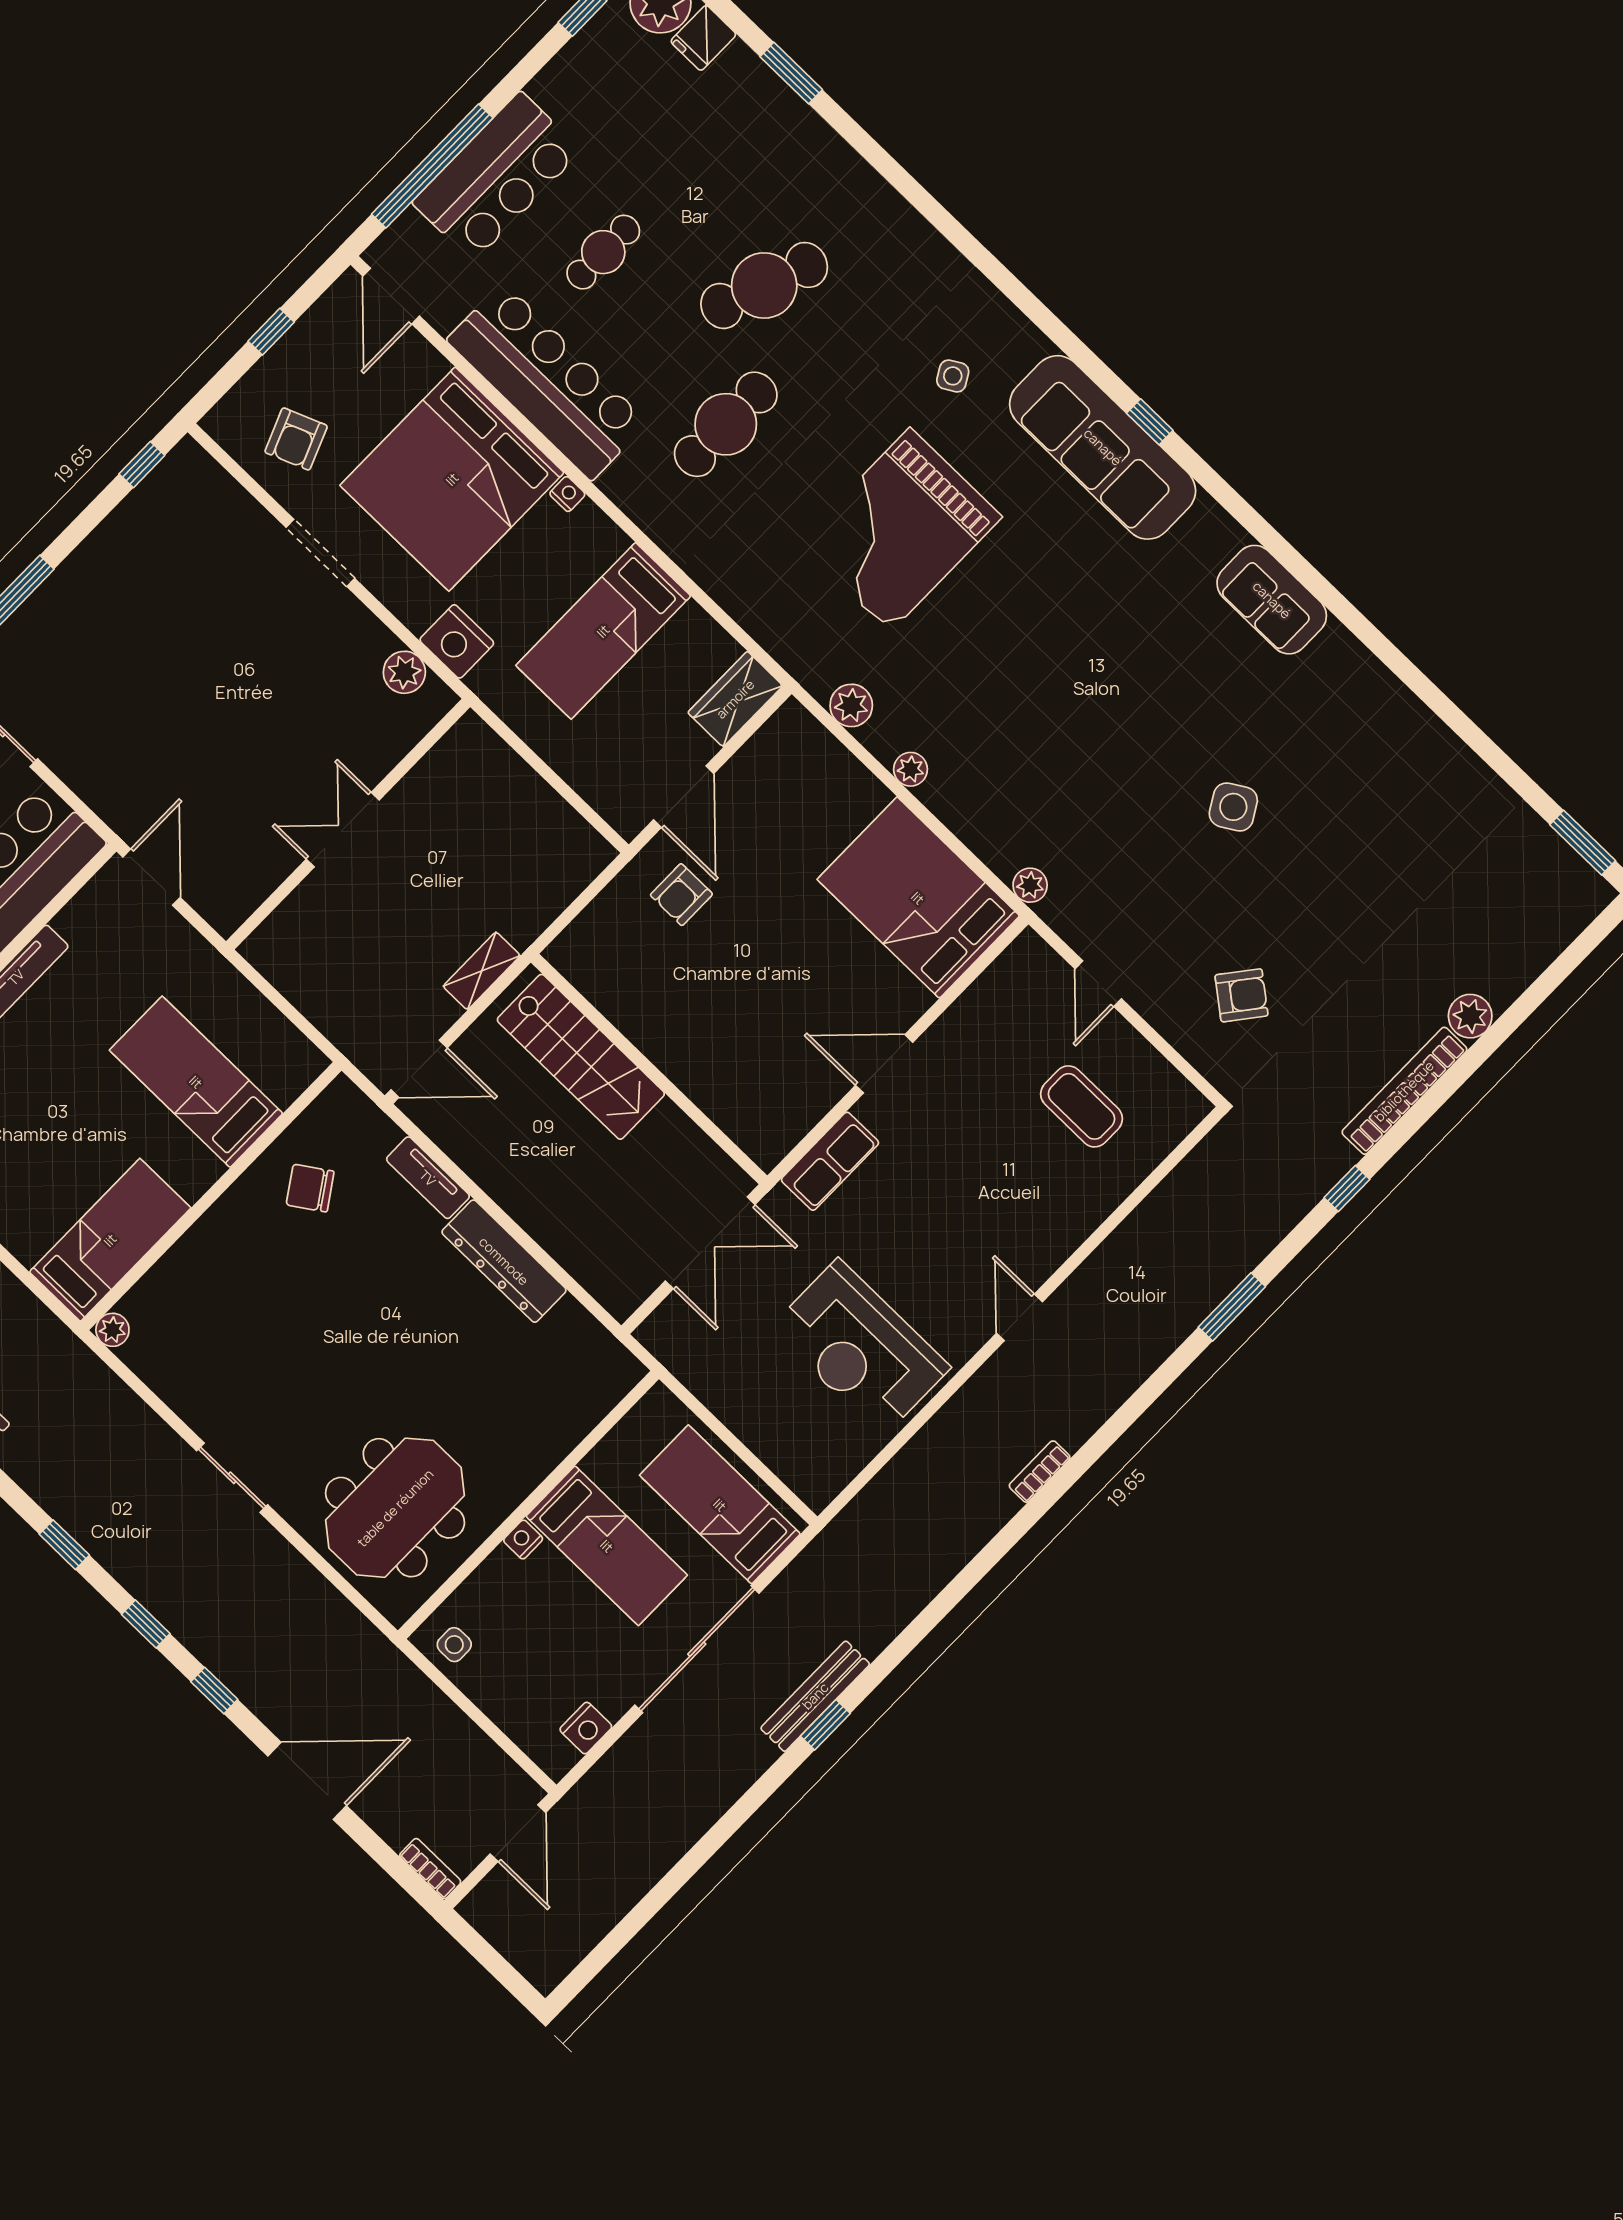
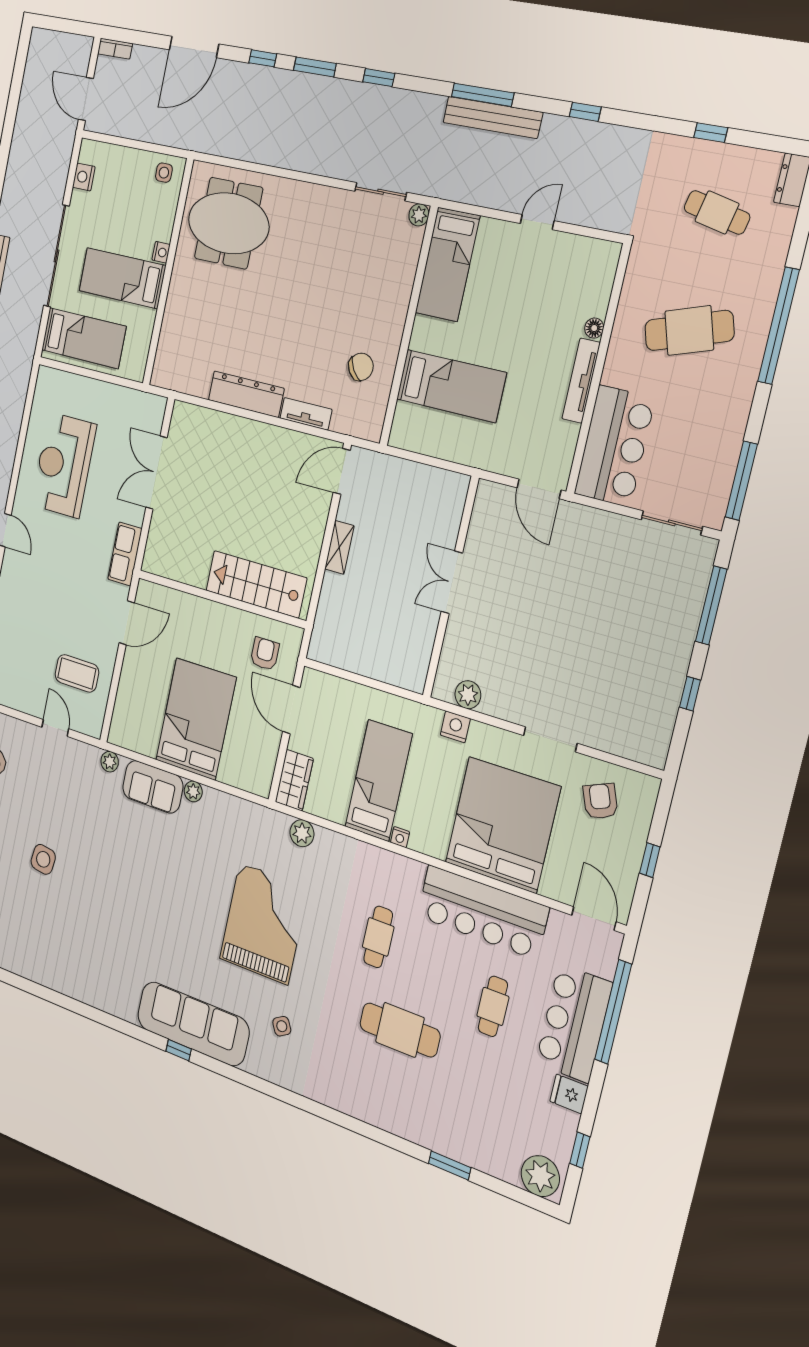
fridge: (703, 38) -> (569, 1094), moved, turned -90
cafe table: (764, 285) -> (400, 1030), turned 70
cafe table: (726, 424) -> (378, 937), width x0.73, depth x0.74
window: (142, 465) -> (690, 694), moved
nightstand: (567, 494) -> (400, 837), moved
sofa: (1272, 600) -> (153, 787), moved, turned 180
nightstand: (457, 641) -> (455, 727), width x0.74, depth x0.75
plant: (851, 705) -> (302, 833), moved
side table: (1233, 807) -> (43, 859), turned 38
double door: (343, 830) -> (452, 582), swing flipped
bed: (918, 898) -> (196, 719), moved, turned -90
stairs: (581, 1057) -> (256, 584), moved
wall: (649, 1069) -> (221, 599), moved
coffee table: (1082, 1106) -> (77, 673), moved
reception desk: (860, 1348) -> (64, 465), turned -90
sliding door: (232, 1478) -> (381, 192), moved
meeting table: (395, 1508) -> (229, 223), turned 90
window: (146, 1624) -> (315, 67), width x1.50

